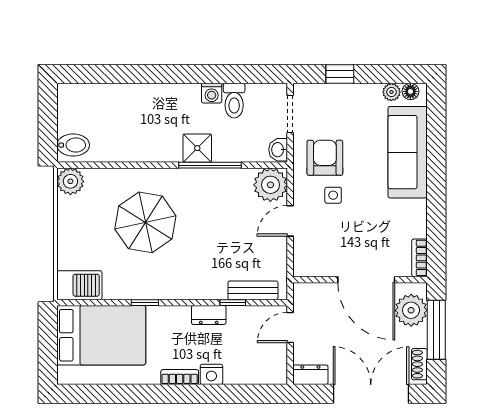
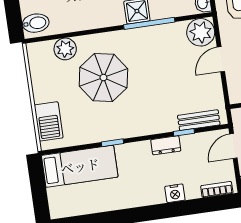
plant: (70, 181) -> (65, 49), moved
barbecue: (79, 285) -> (49, 121), moved, turned 90
bed: (101, 335) -> (80, 166), width x0.67
bookcase: (180, 377) -> (217, 189), moved

